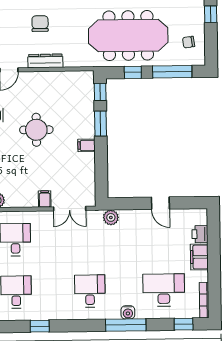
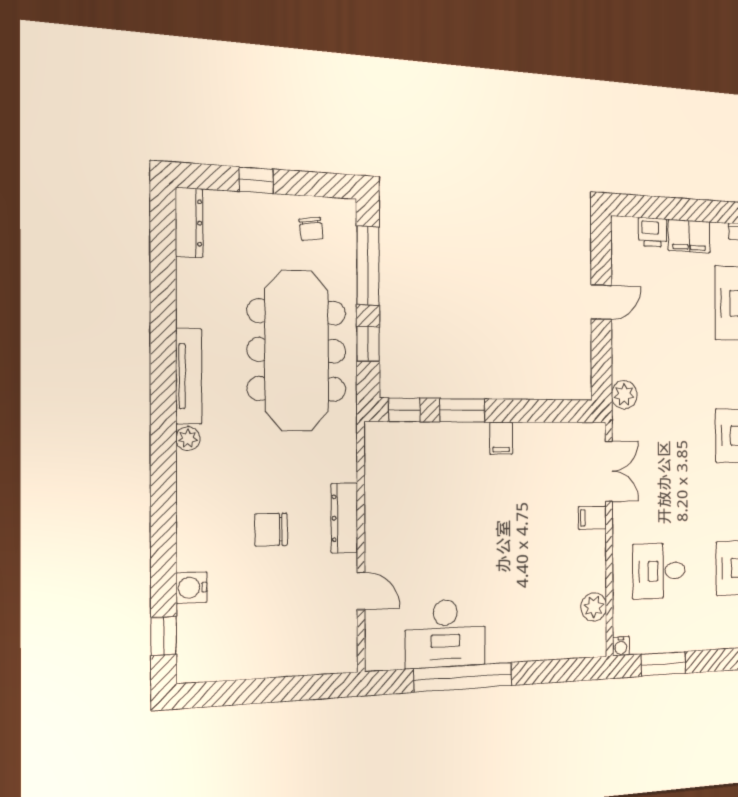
round table: (36, 130) -> (472, 535), removed

